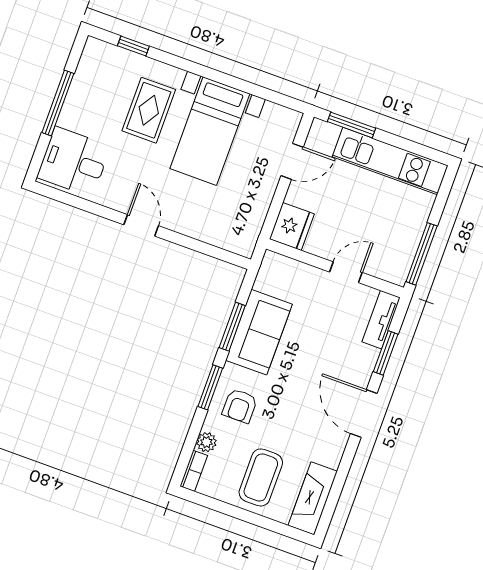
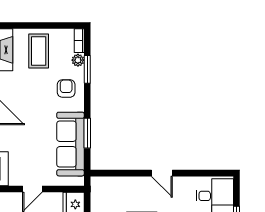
sofa: (259, 332) -> (70, 144), width x1.36
window: (210, 387) -> (87, 69), moved

